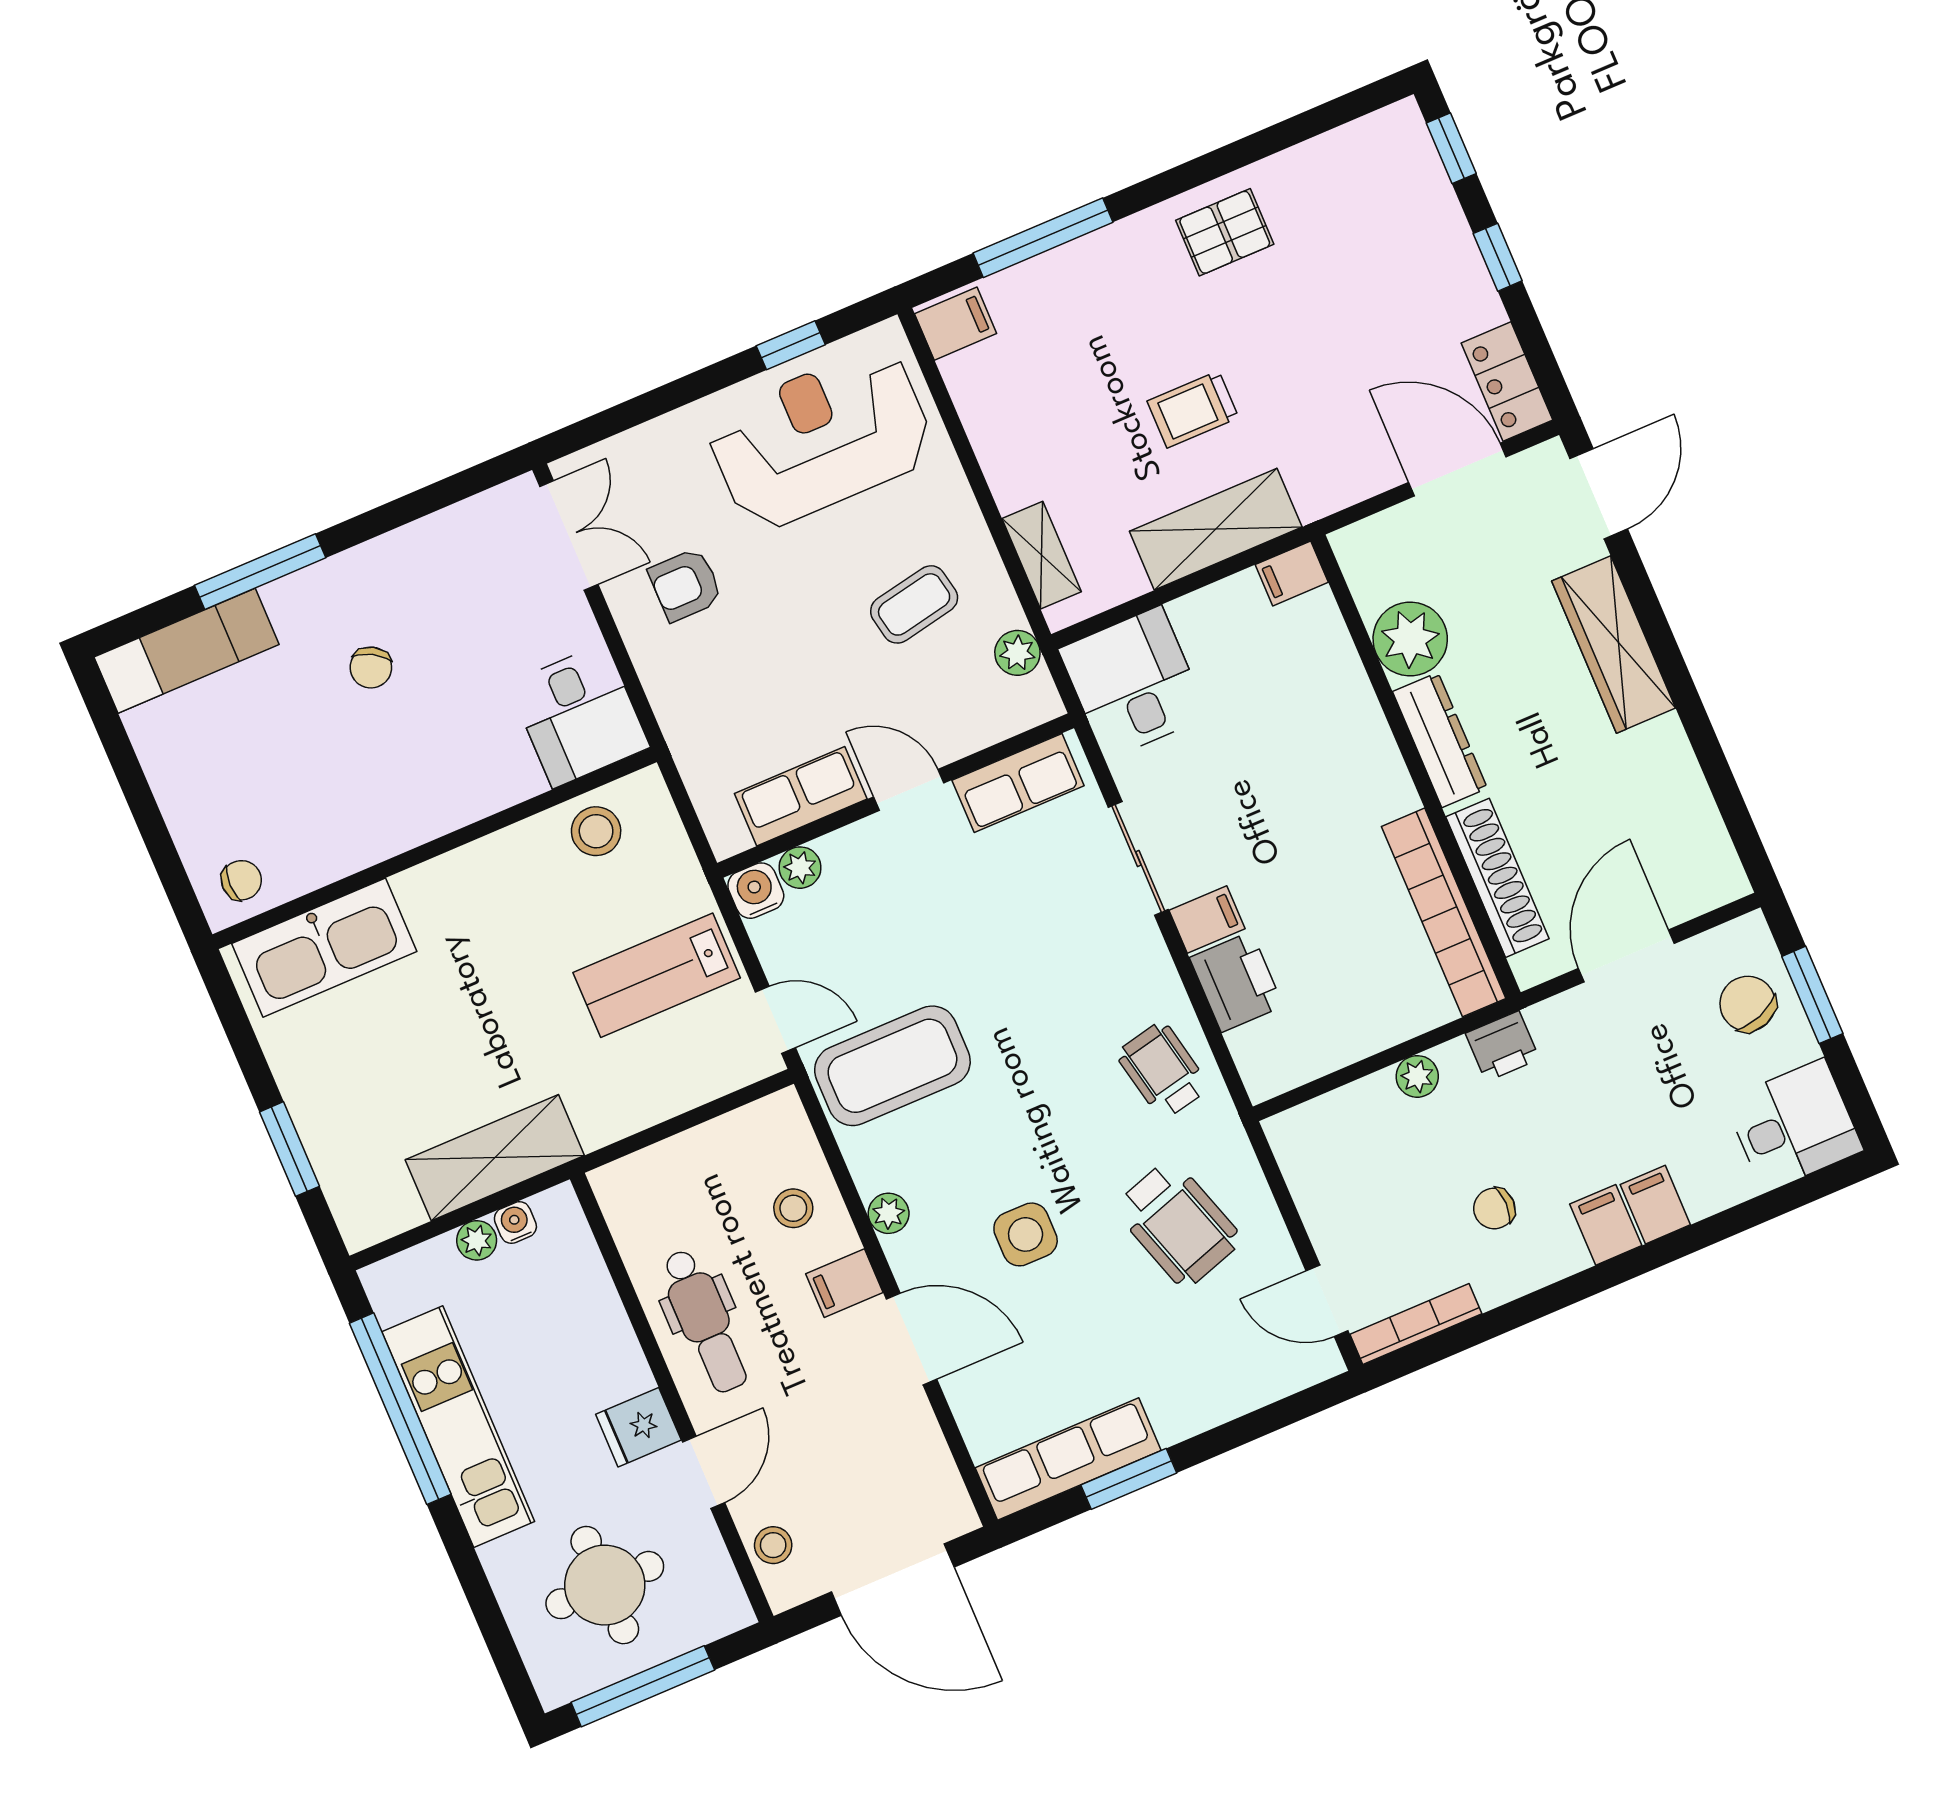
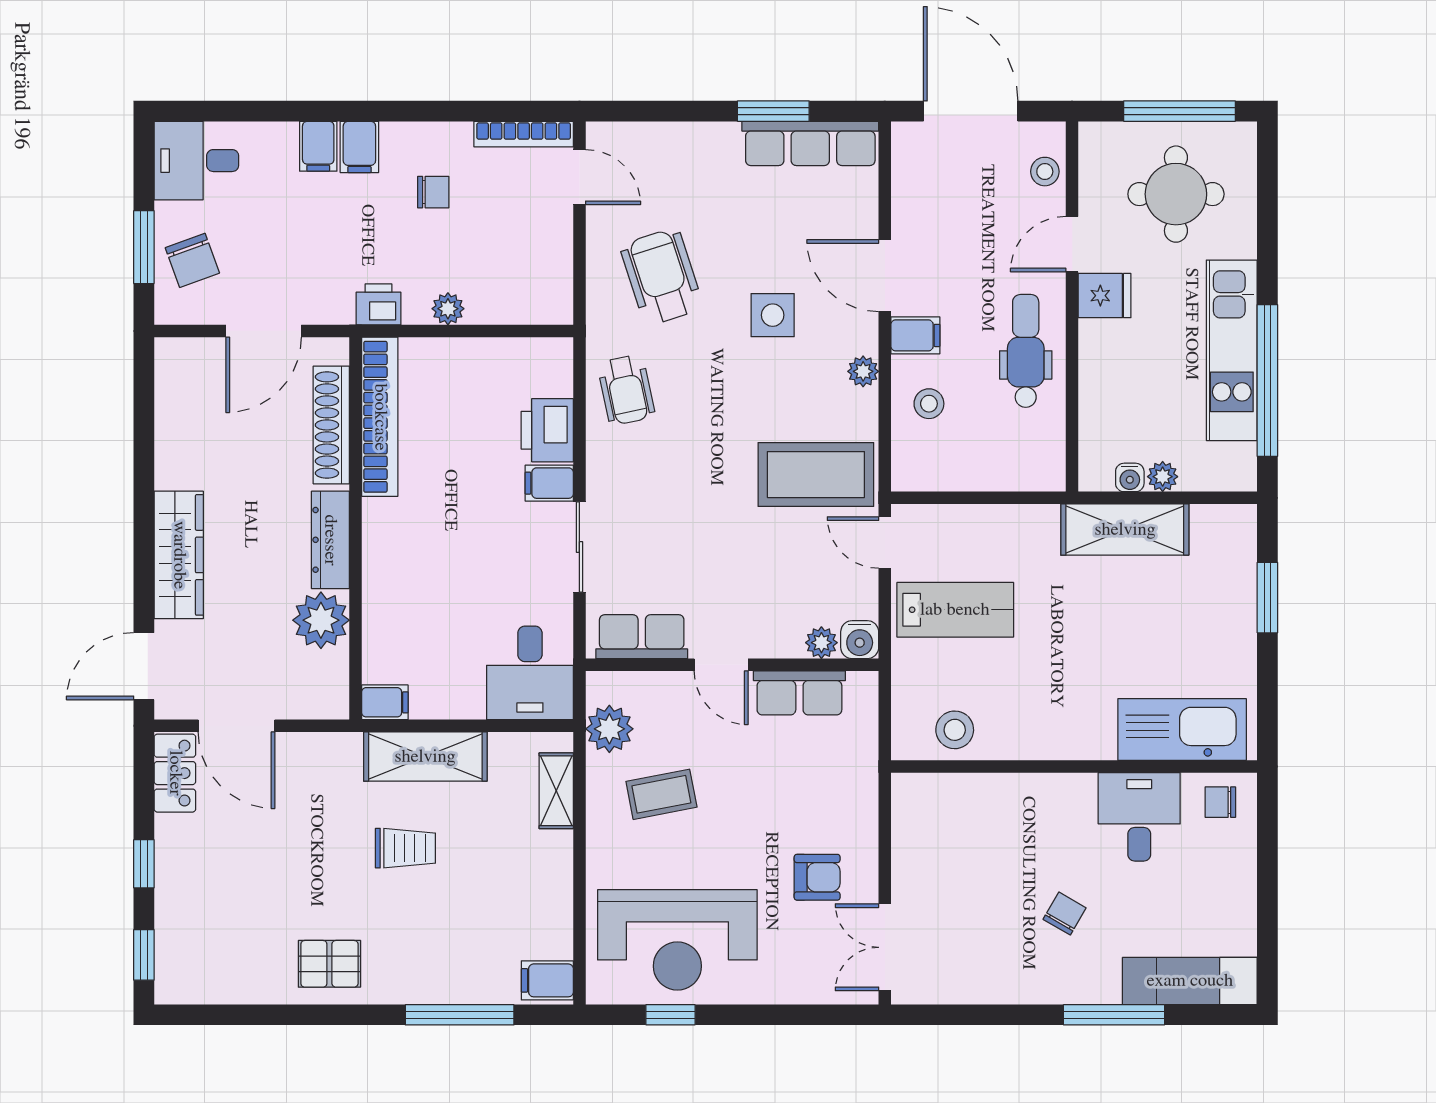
plant: (1017, 653) -> (609, 729), width x1.38, depth x1.38
desk: (579, 716) -> (1139, 817), moved

